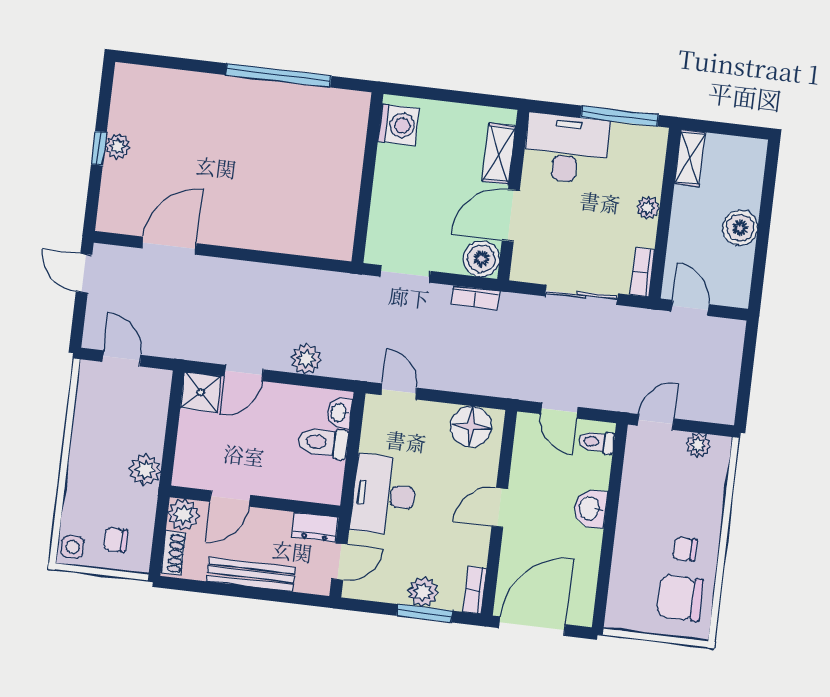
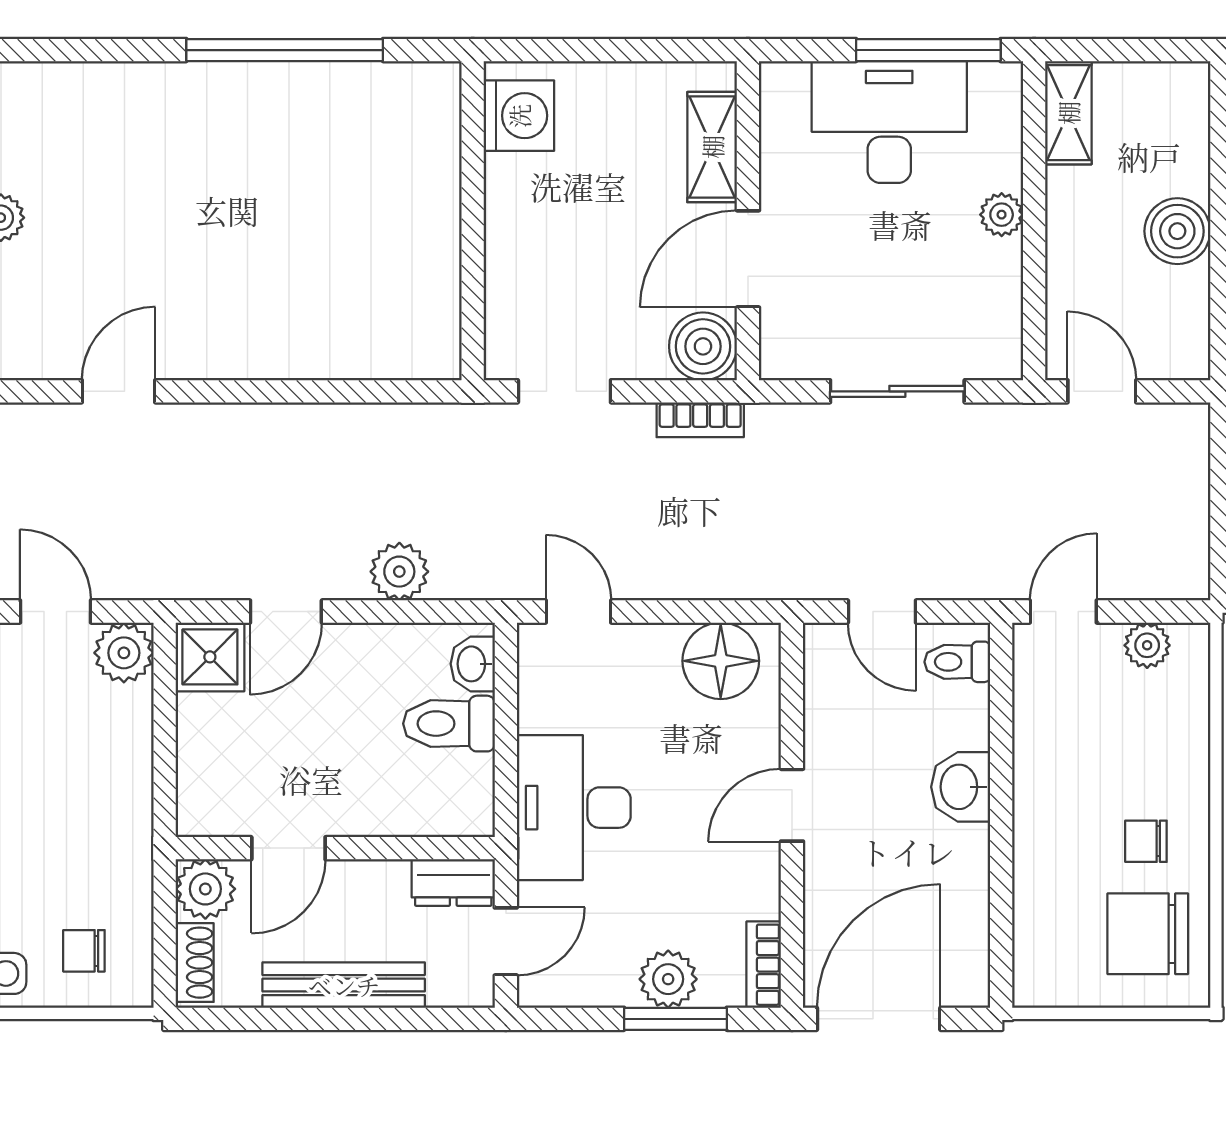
desk: (566, 148) -> (889, 122), moved
door: (169, 246) -> (119, 391), width x0.73
bookcase: (642, 272) -> (1005, 336), removed
plant: (145, 470) -> (124, 653), moved

